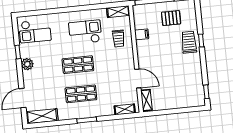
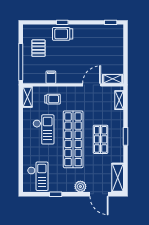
checkout: (85, 32) -> (43, 129), turned 180
plant: (27, 64) -> (80, 186), moved
shop shelf: (78, 65) -> (73, 139), width x2.00, depth x1.36

